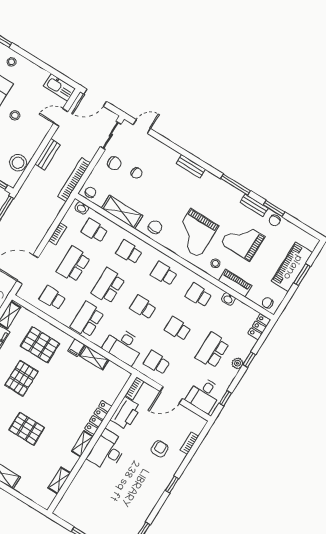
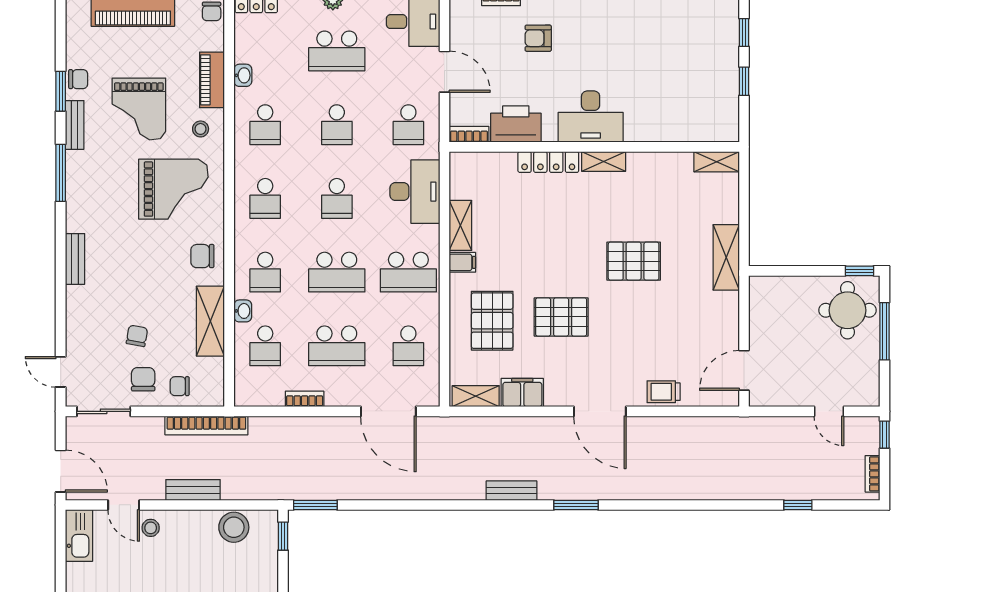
stool: (15, 115) -> (151, 528), moved
chair: (90, 192) -> (180, 386), moved
washbasin: (82, 208) -> (243, 311), moved
pallet: (27, 429) -> (634, 261), turned 90
shelving: (59, 480) -> (717, 162), moved

